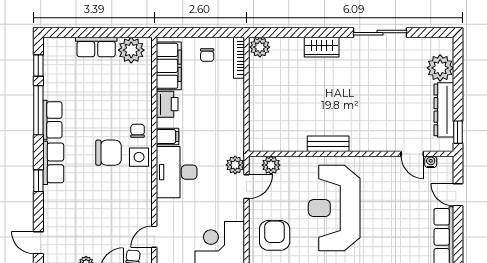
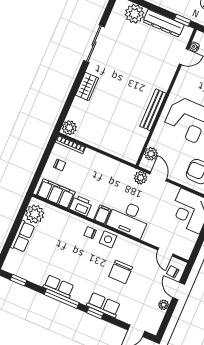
window: (38, 110) -> (62, 299), moved
bench: (328, 144) -> (153, 110), width x1.36
chair: (108, 153) -> (121, 272), moved, turned 180
row of seats: (53, 163) -> (104, 305), moved

